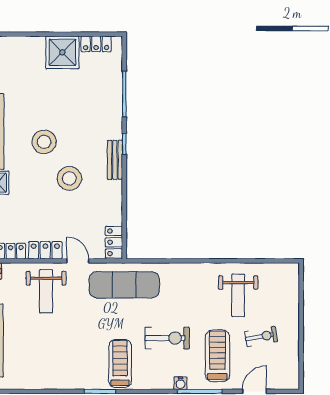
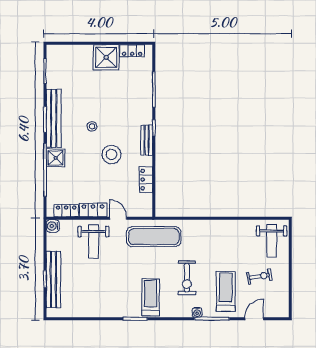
stool: (44, 142) -> (92, 126), width x0.53, depth x0.53
locker: (114, 242) -> (146, 180), moved
weight bench: (238, 295) -> (272, 241), moved
exercise bike: (167, 338) -> (187, 278), turned 90

